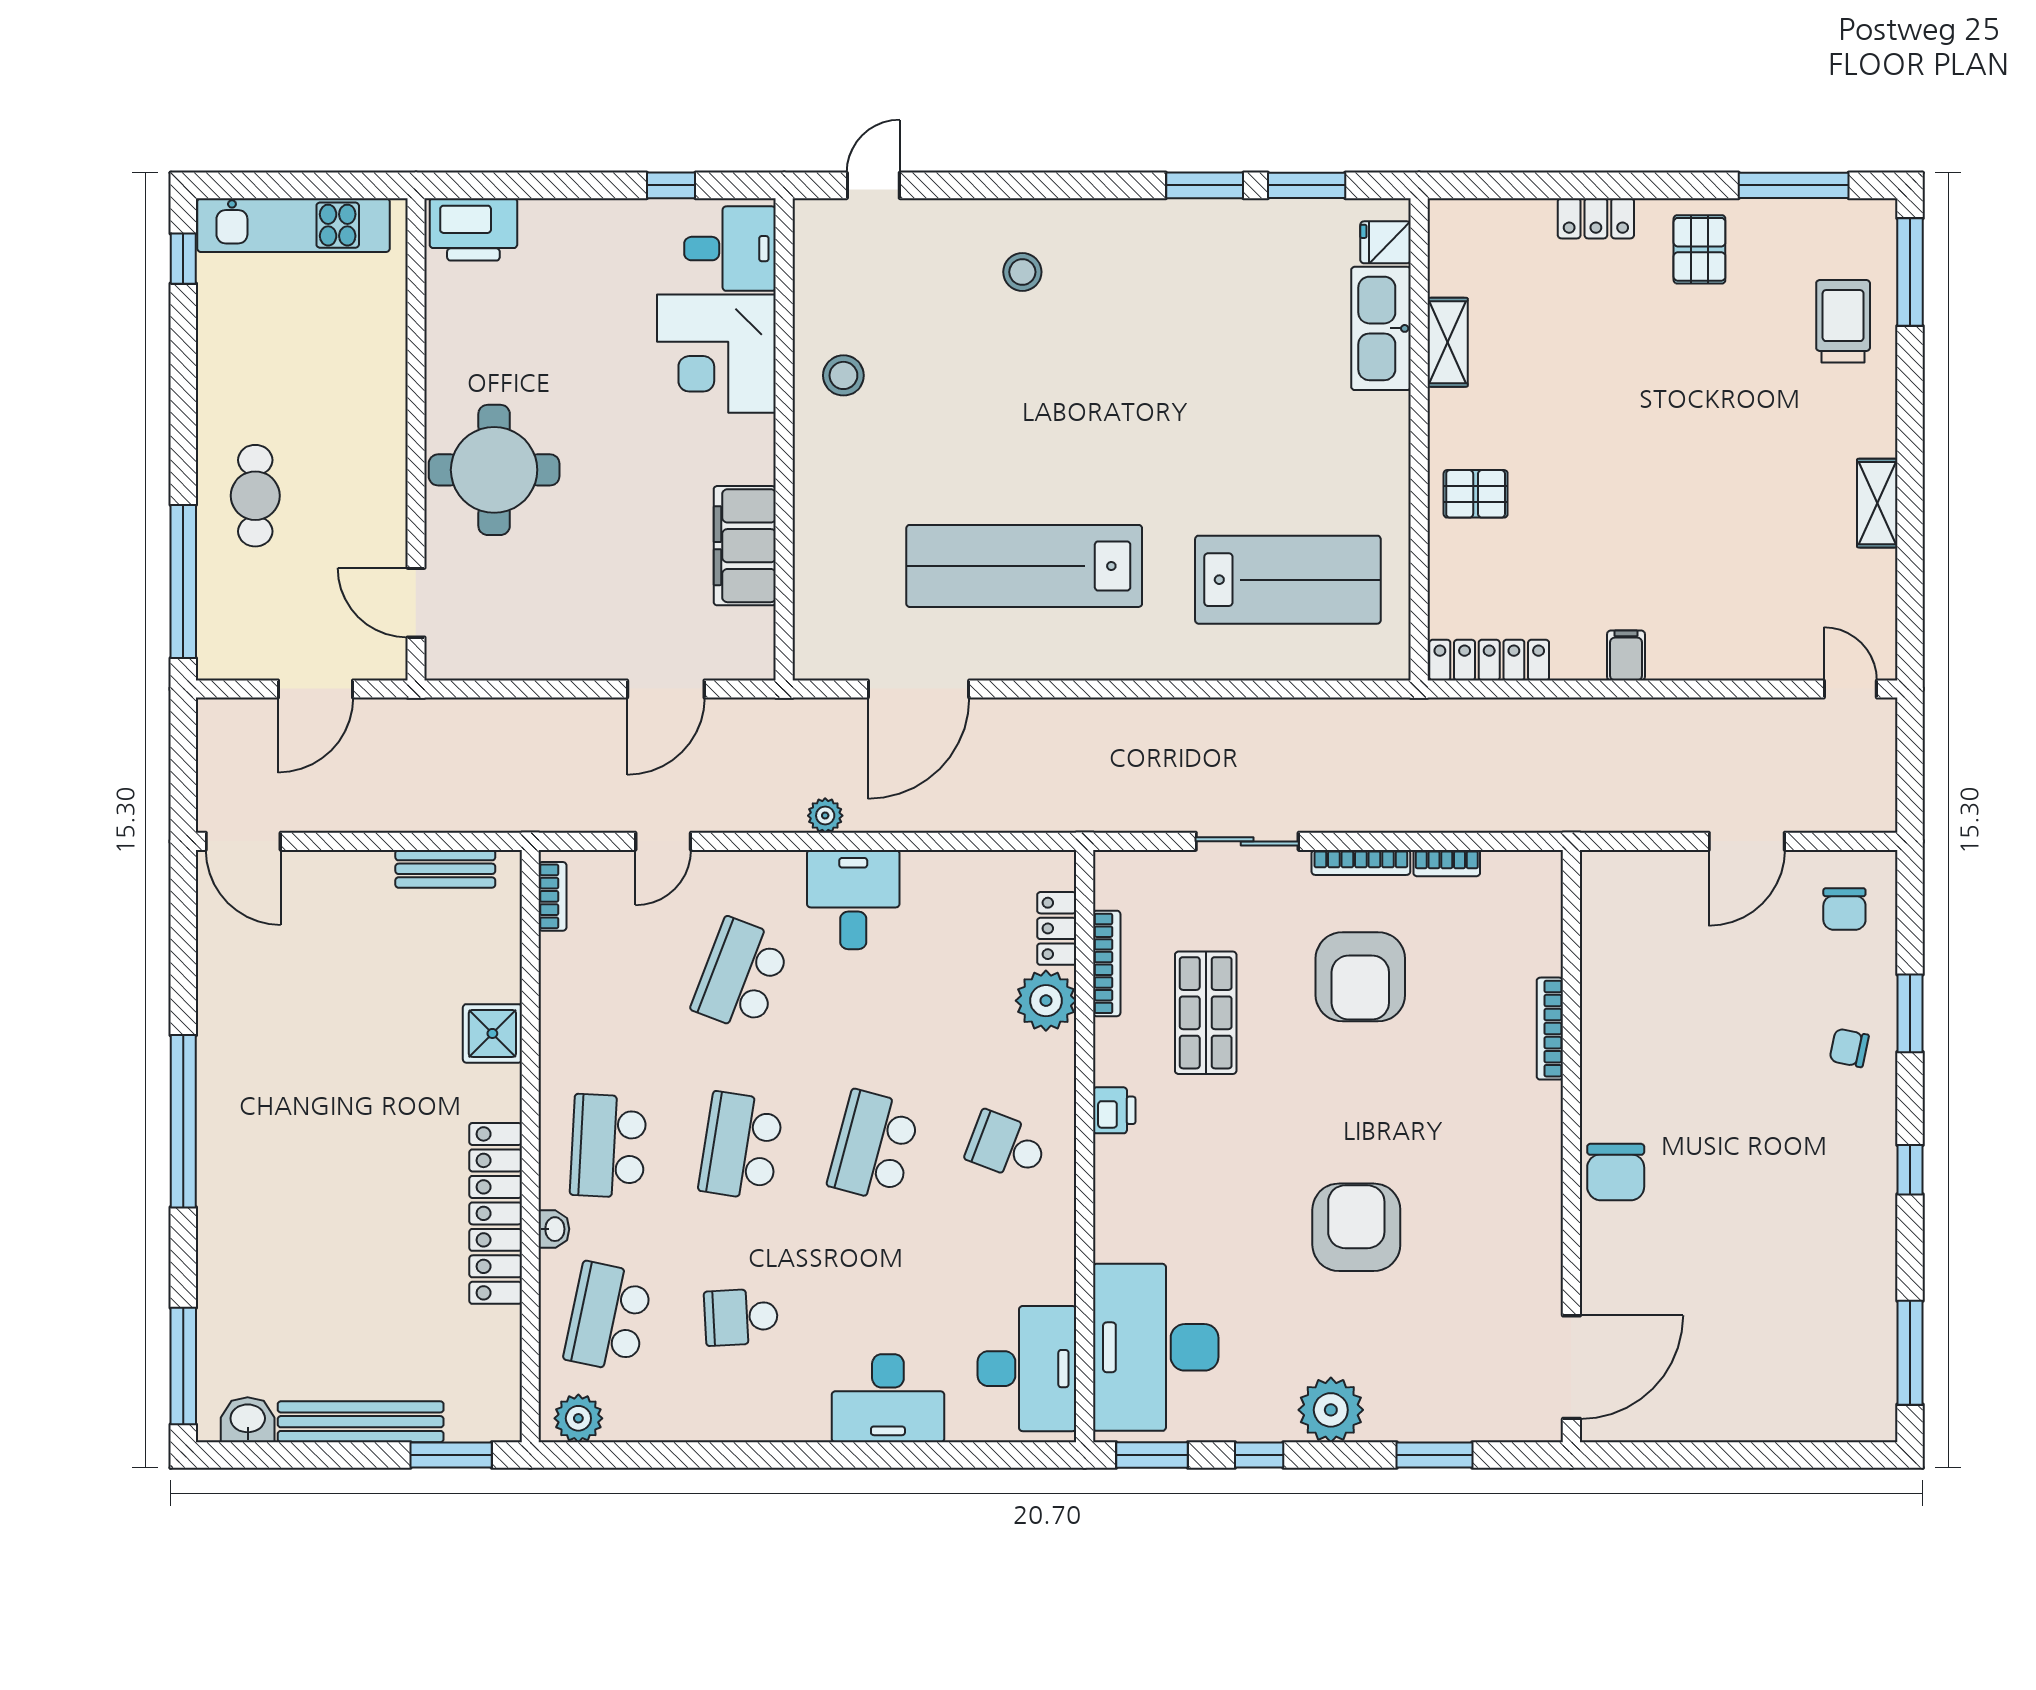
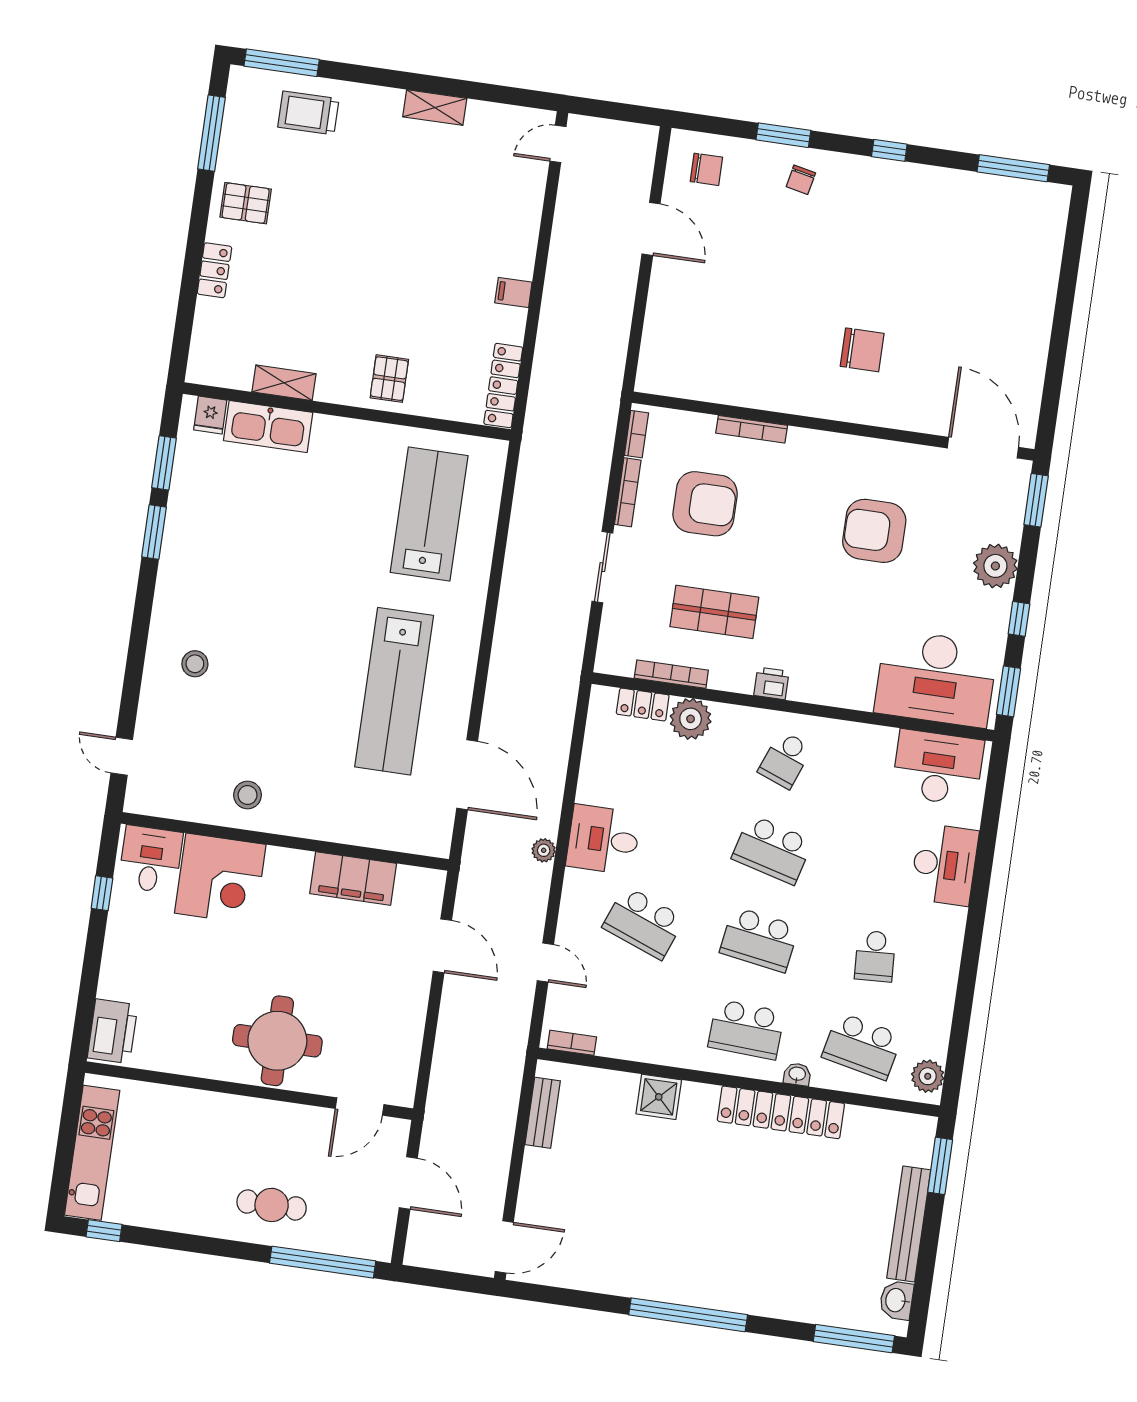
bookcase: (1550, 1029) -> (752, 429), moved
wall: (1571, 1146) -> (833, 426), moved
door: (1571, 1367) -> (983, 448), moved

